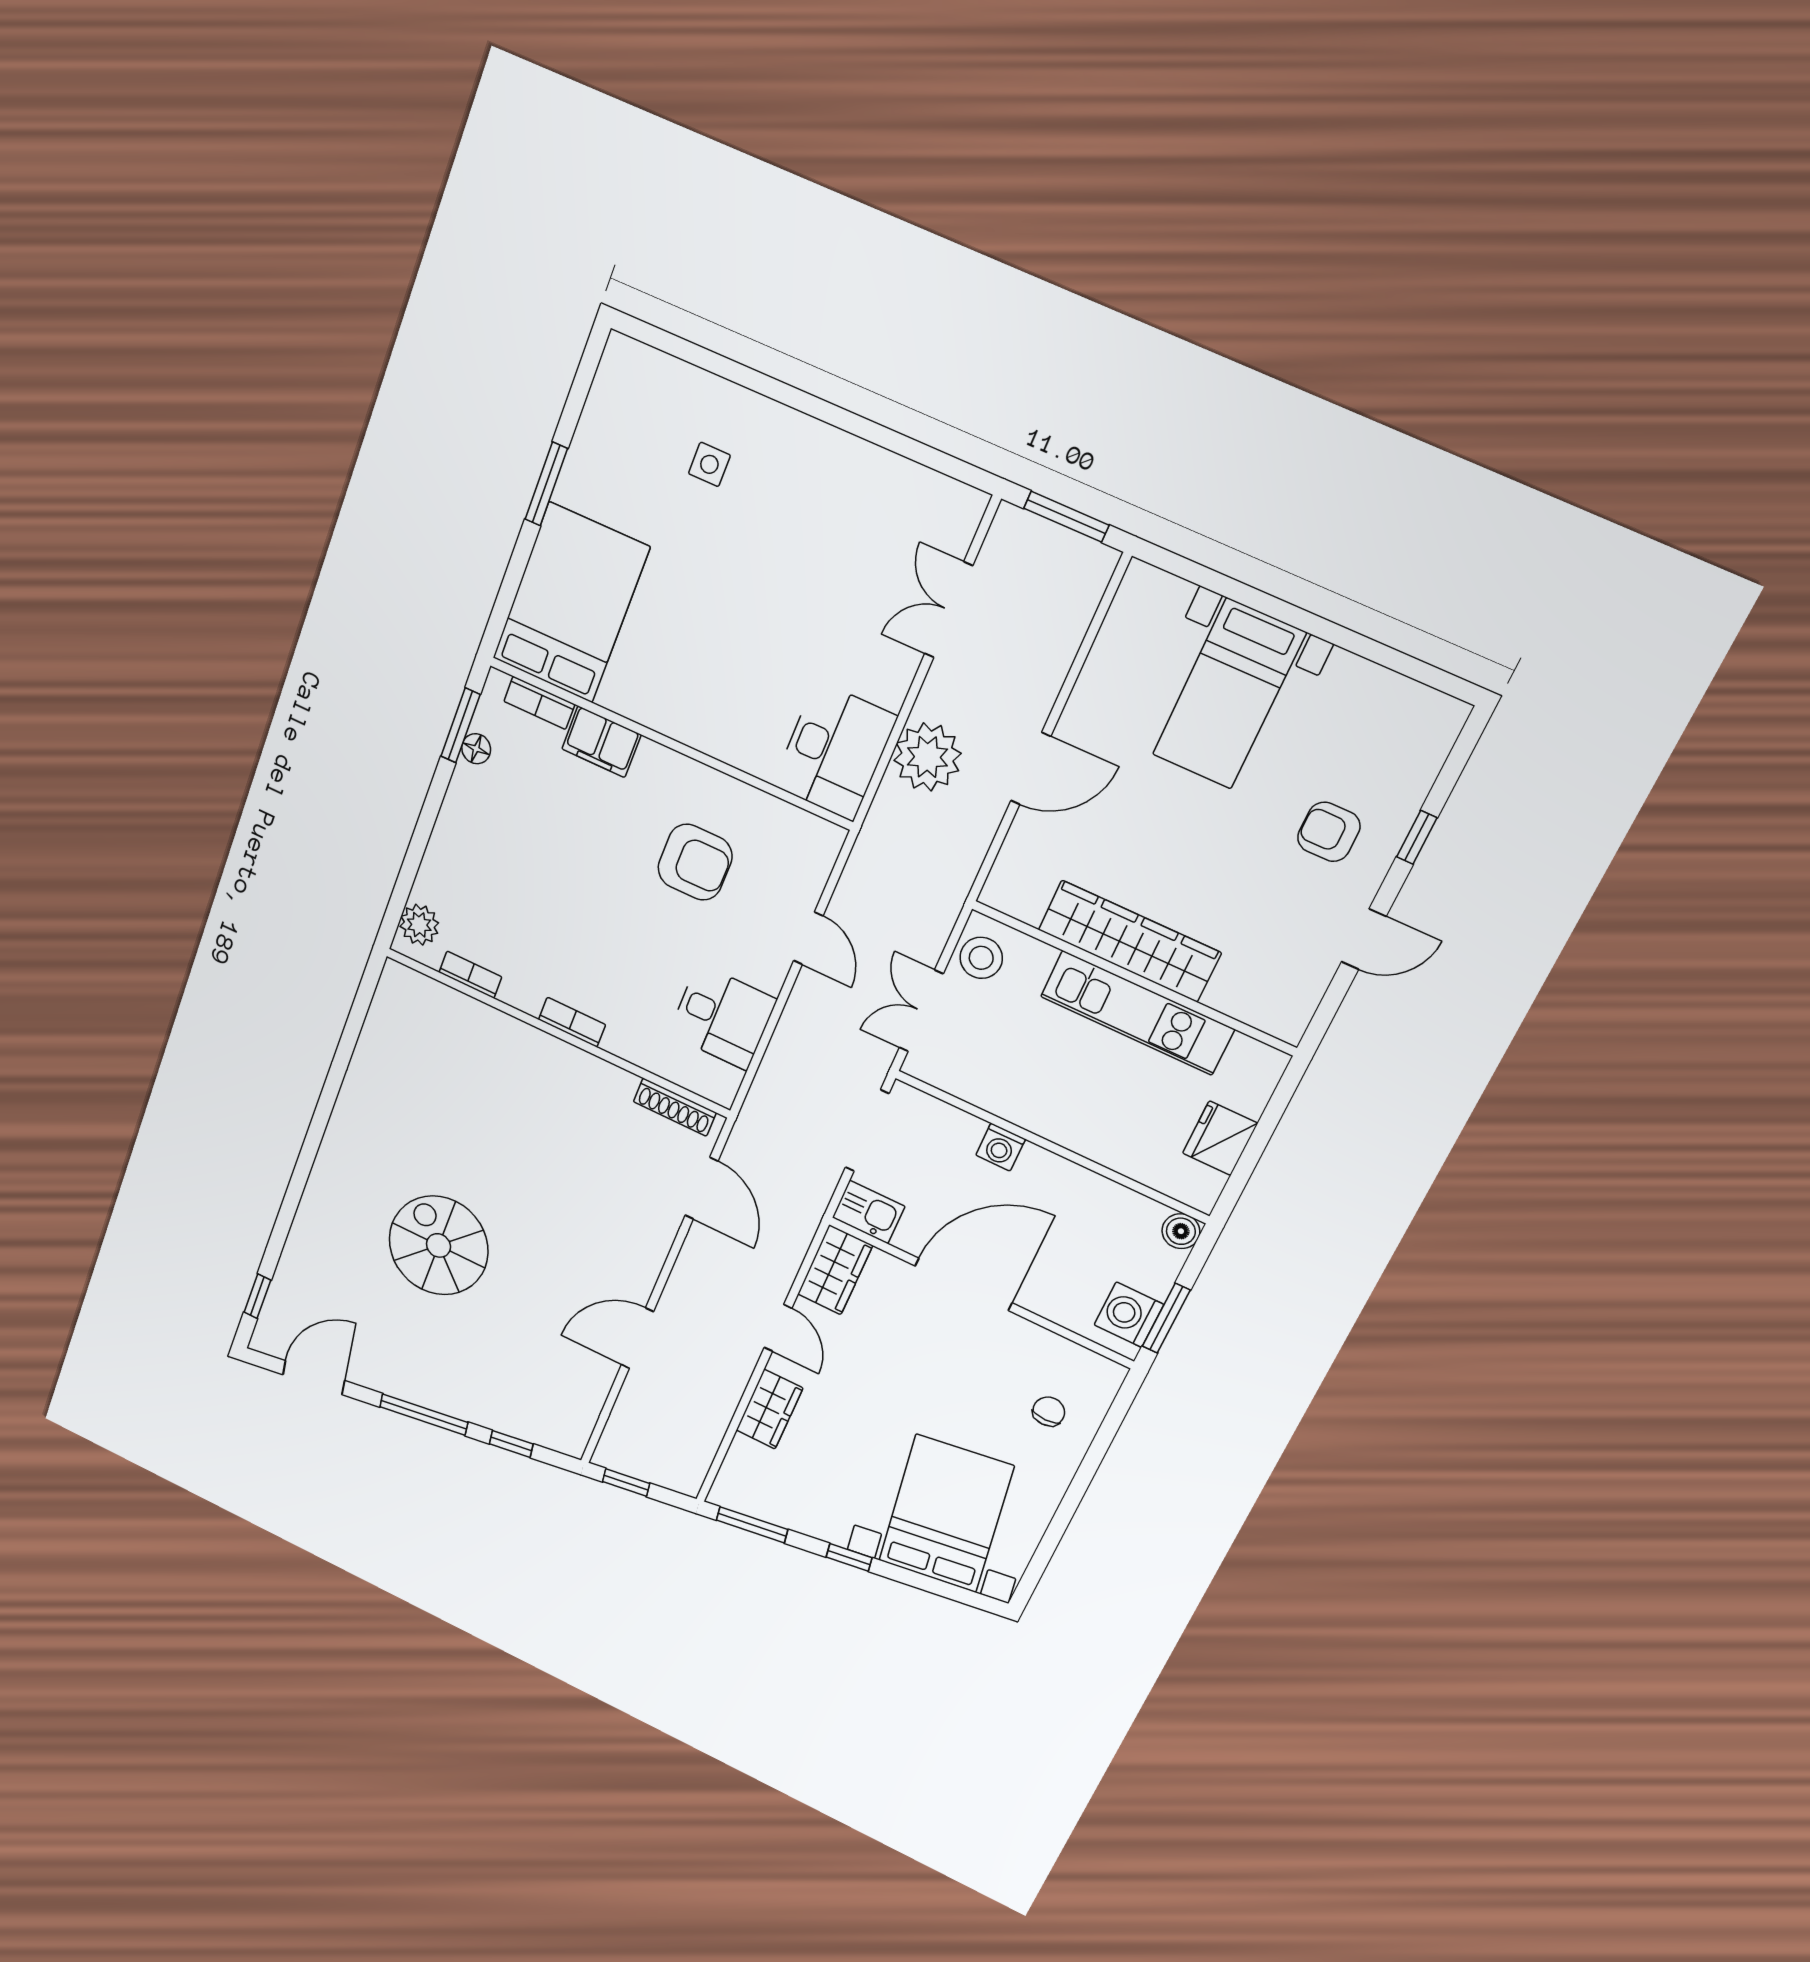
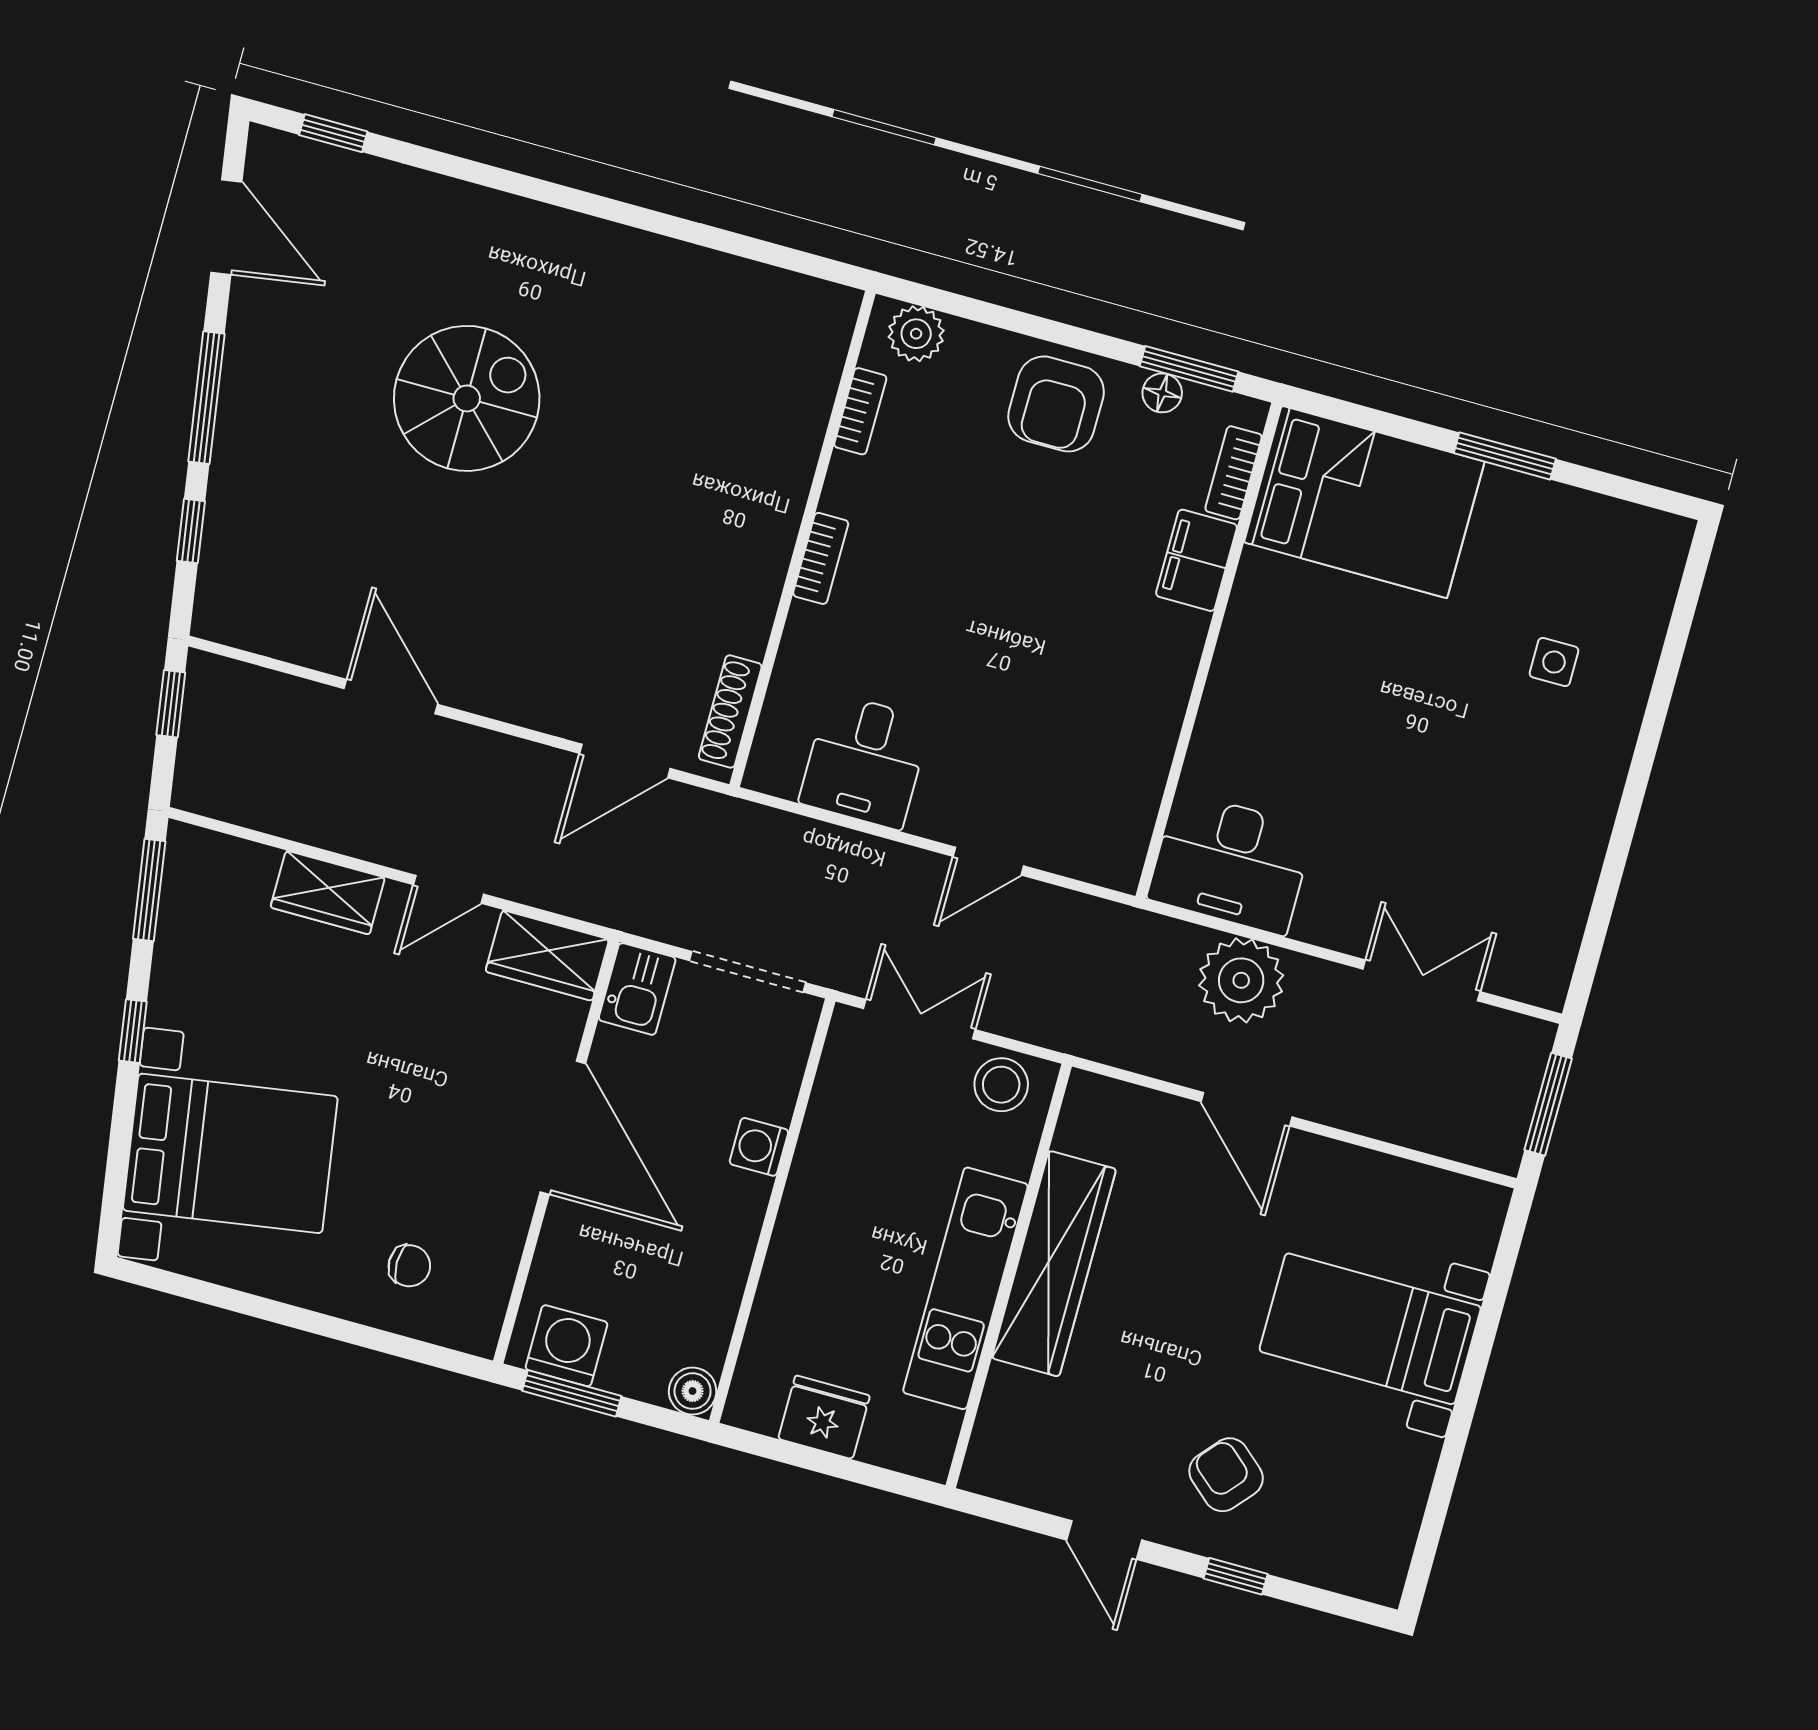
armchair: (1329, 832) -> (1226, 1475), turned -49
armchair: (695, 862) -> (1056, 404), moved

